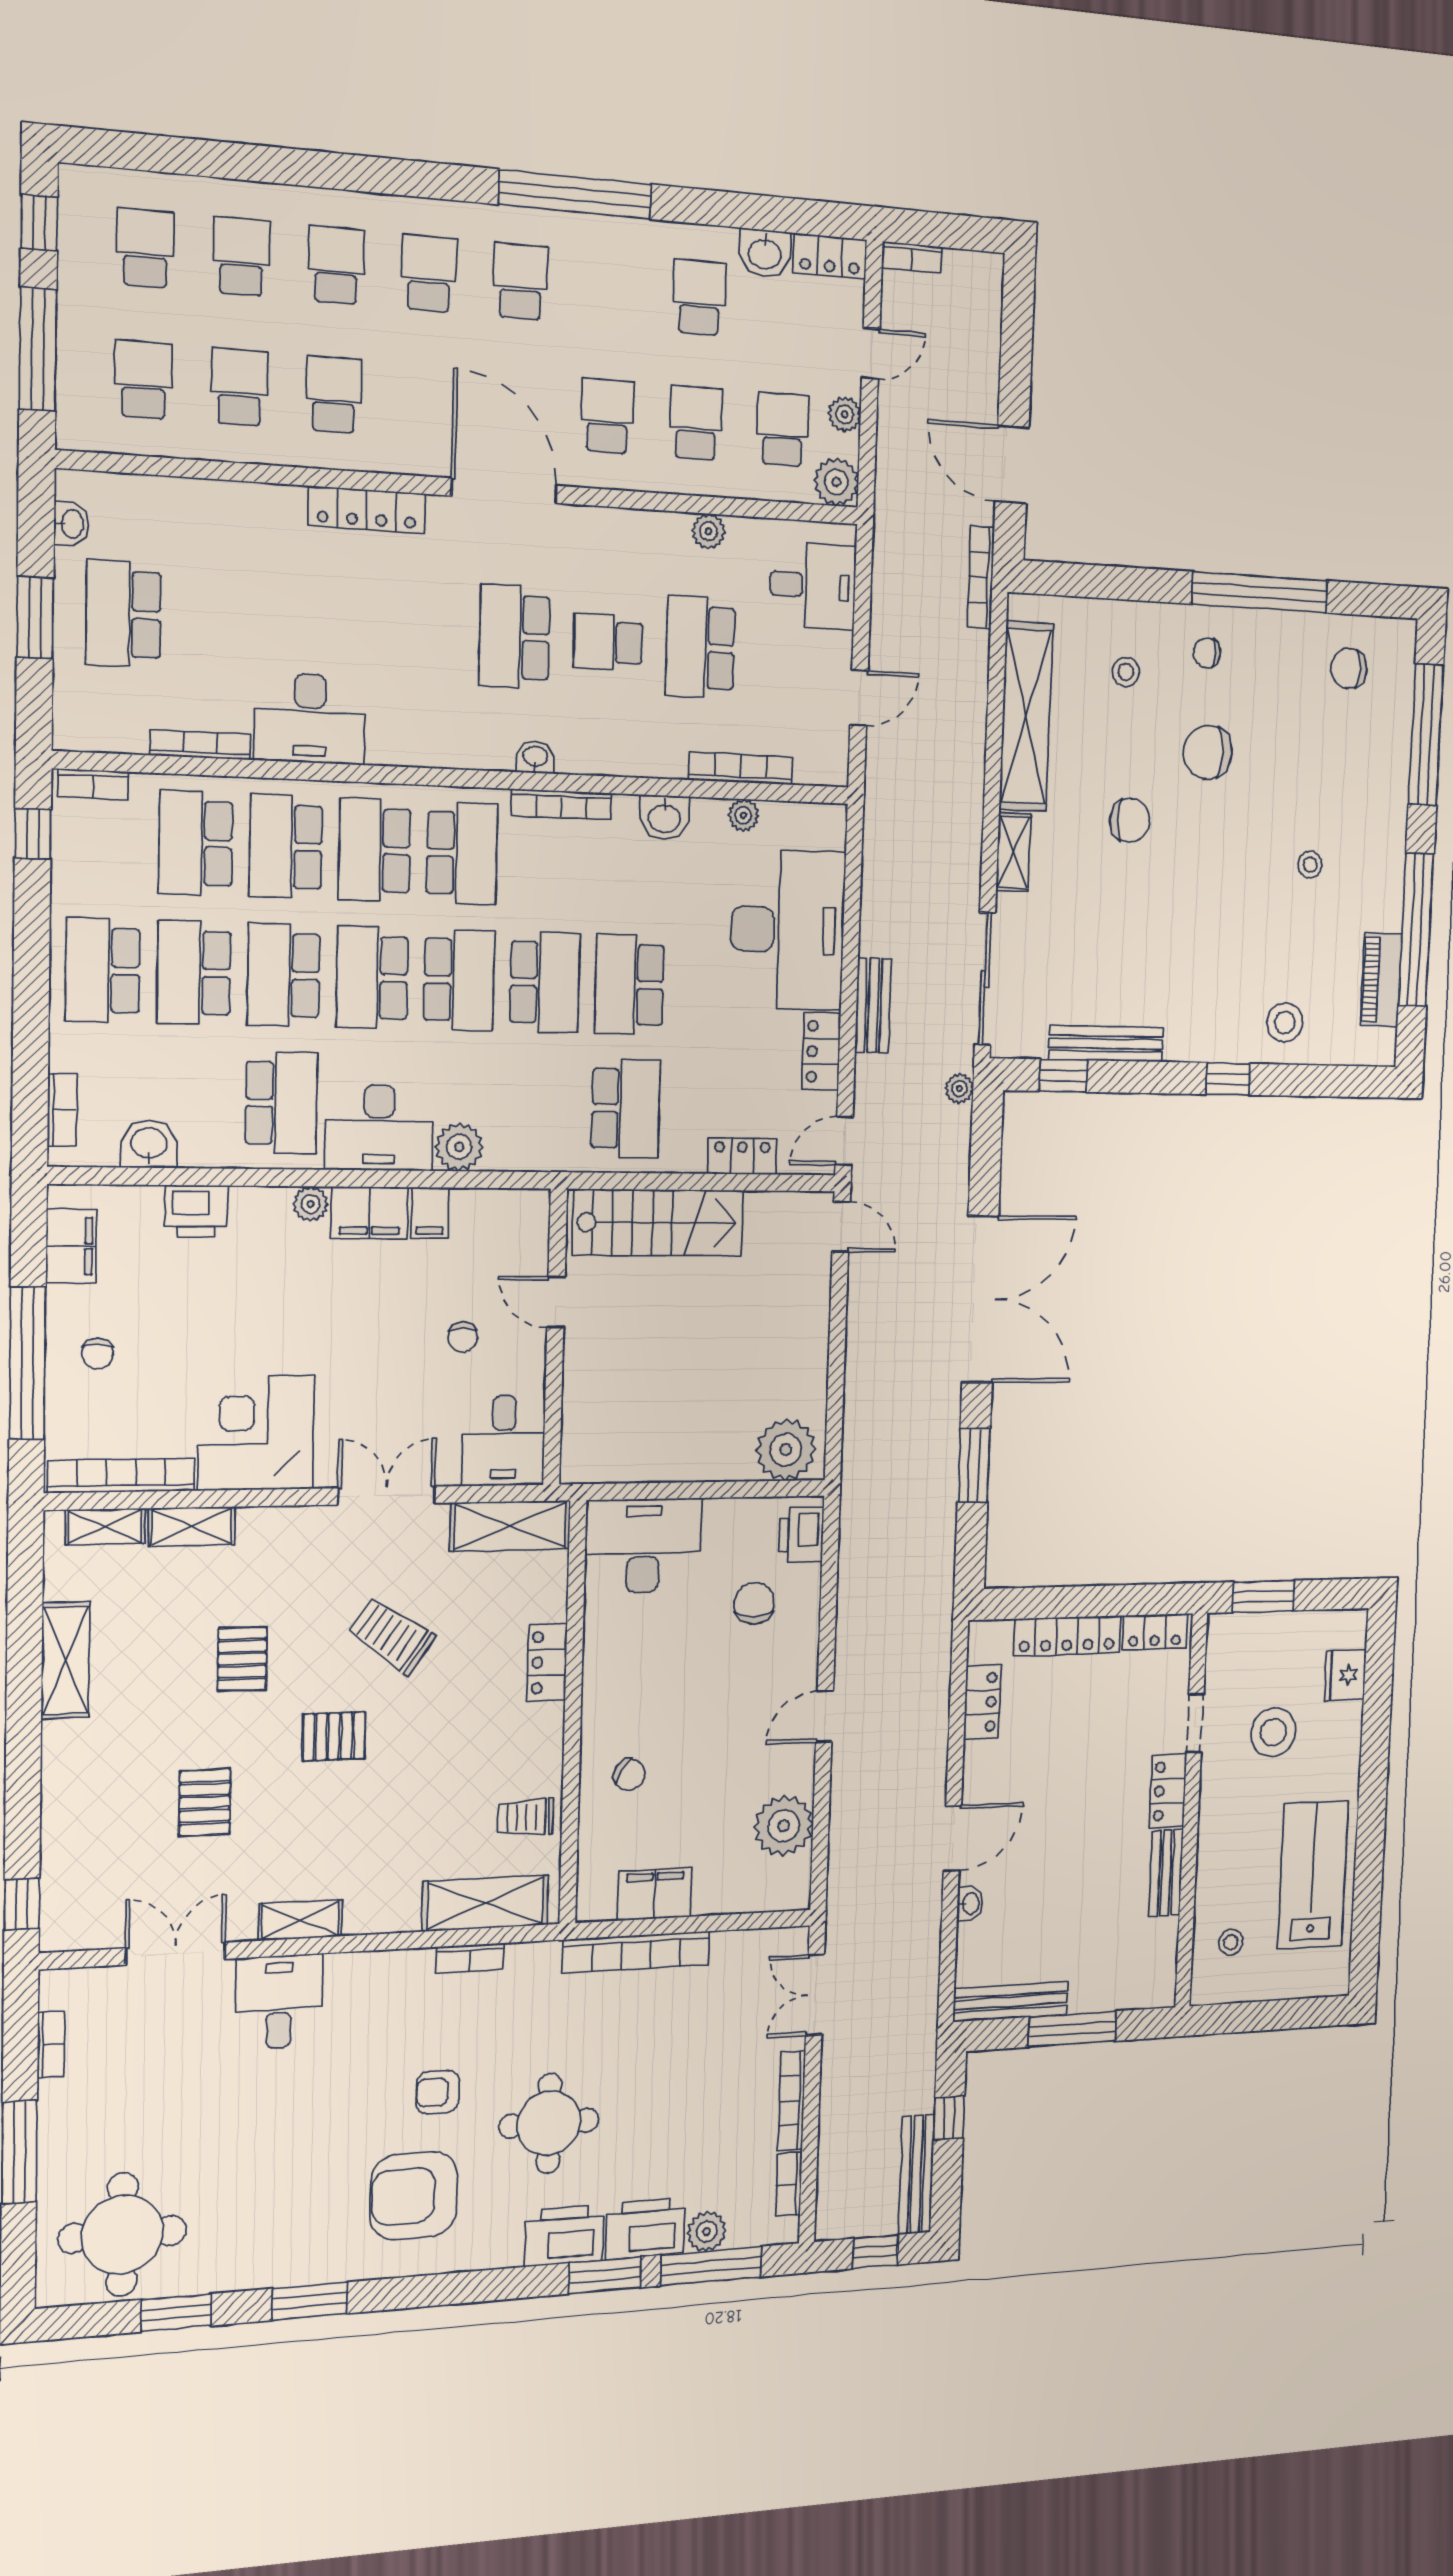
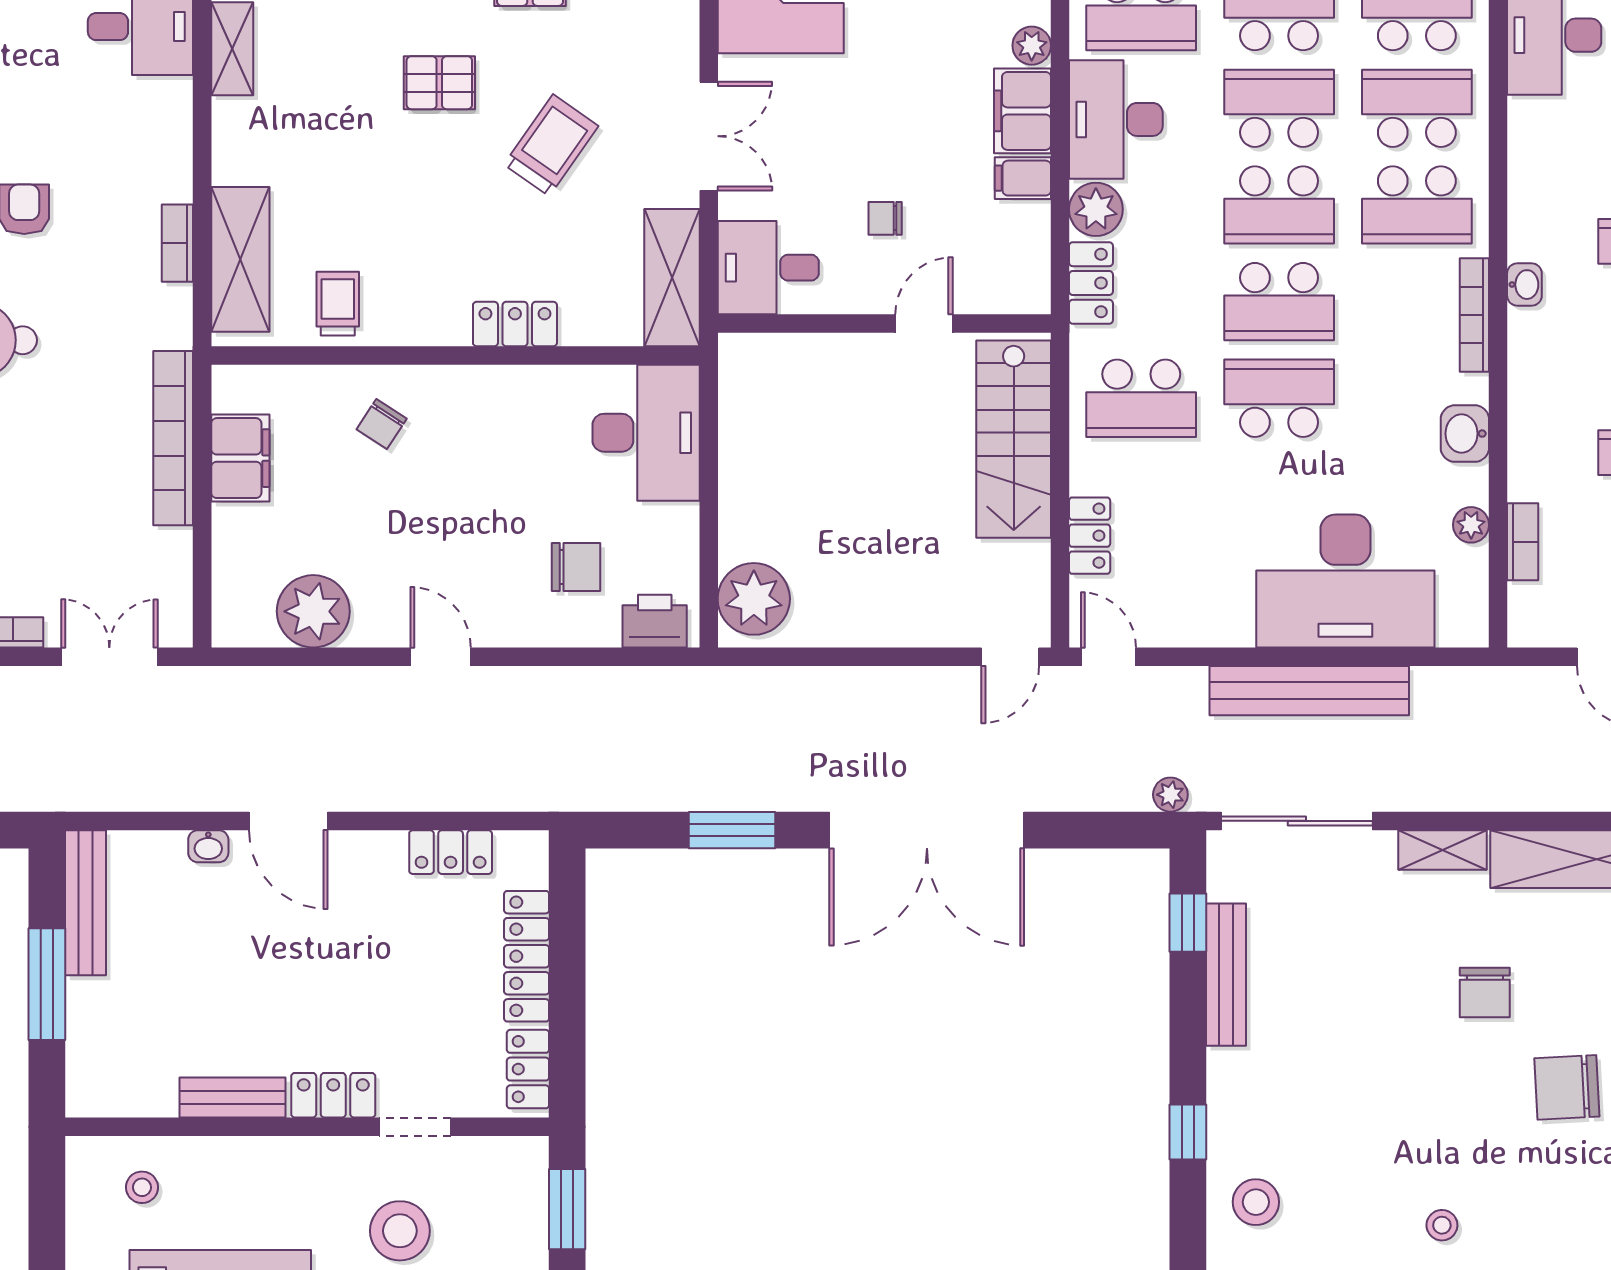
chair: (1208, 752) -> (1567, 1087), turned -93
bookcase: (741, 769) -> (1523, 542), width x0.64
bench: (873, 1005) -> (1309, 691), width x1.86, depth x1.21
locker: (821, 1051) -> (1091, 283), moved, turned 90
pallet: (334, 1736) -> (439, 83), turned 90

